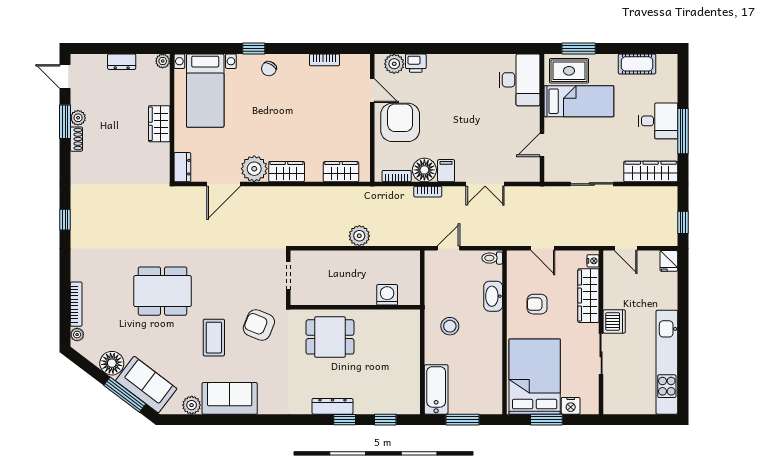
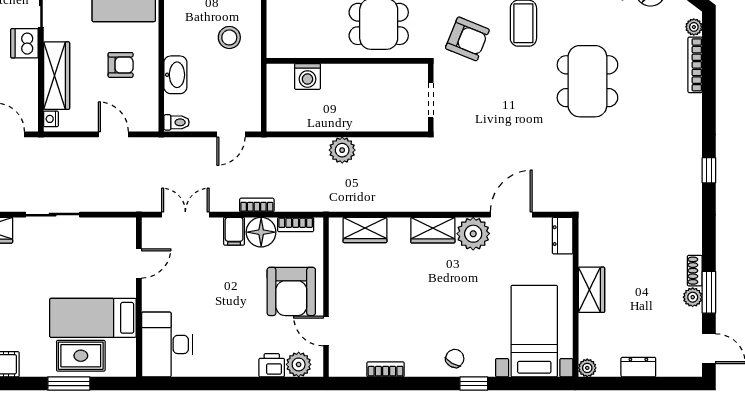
desk: (519, 80) -> (167, 344), moved
bed: (579, 101) -> (93, 318), moved
wall: (542, 118) -> (139, 297), moved
door: (542, 145) -> (139, 263), moved
dining table: (163, 291) -> (587, 81), turned 90

